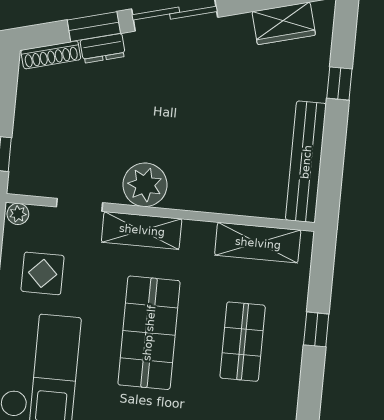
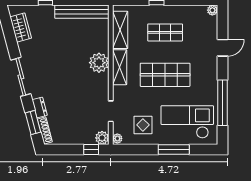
window: (94, 27) -> (33, 122), moved
plant: (23, 180) -> (102, 138), added
plant: (145, 185) -> (99, 63), moved
shelving: (142, 230) -> (120, 67), moved

